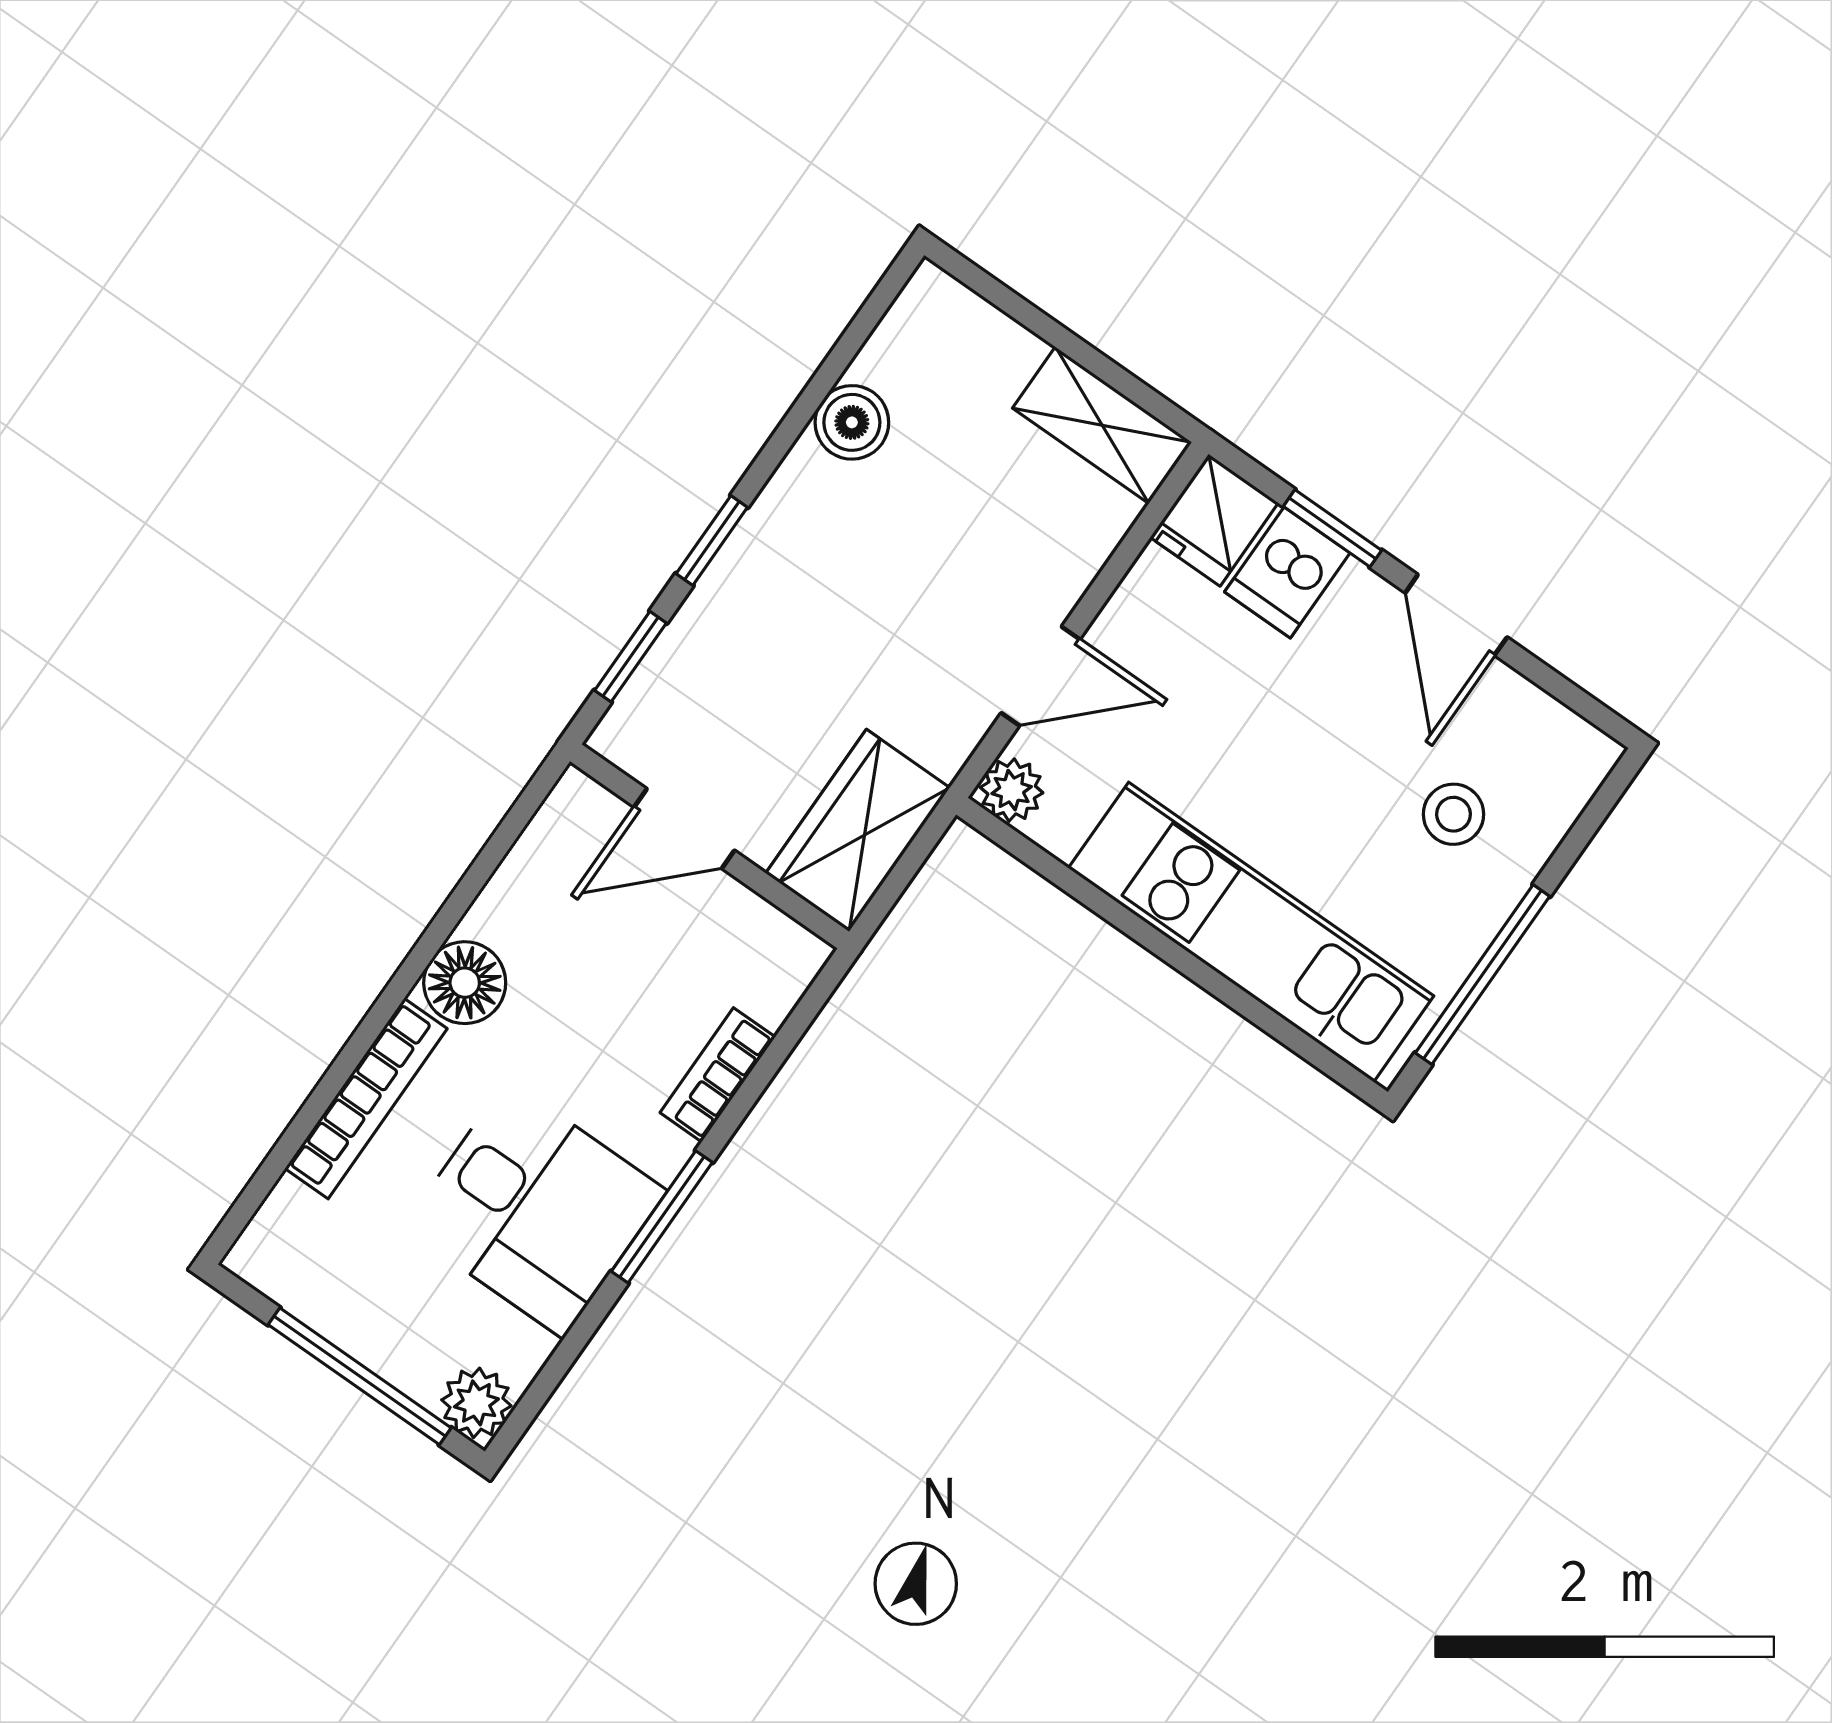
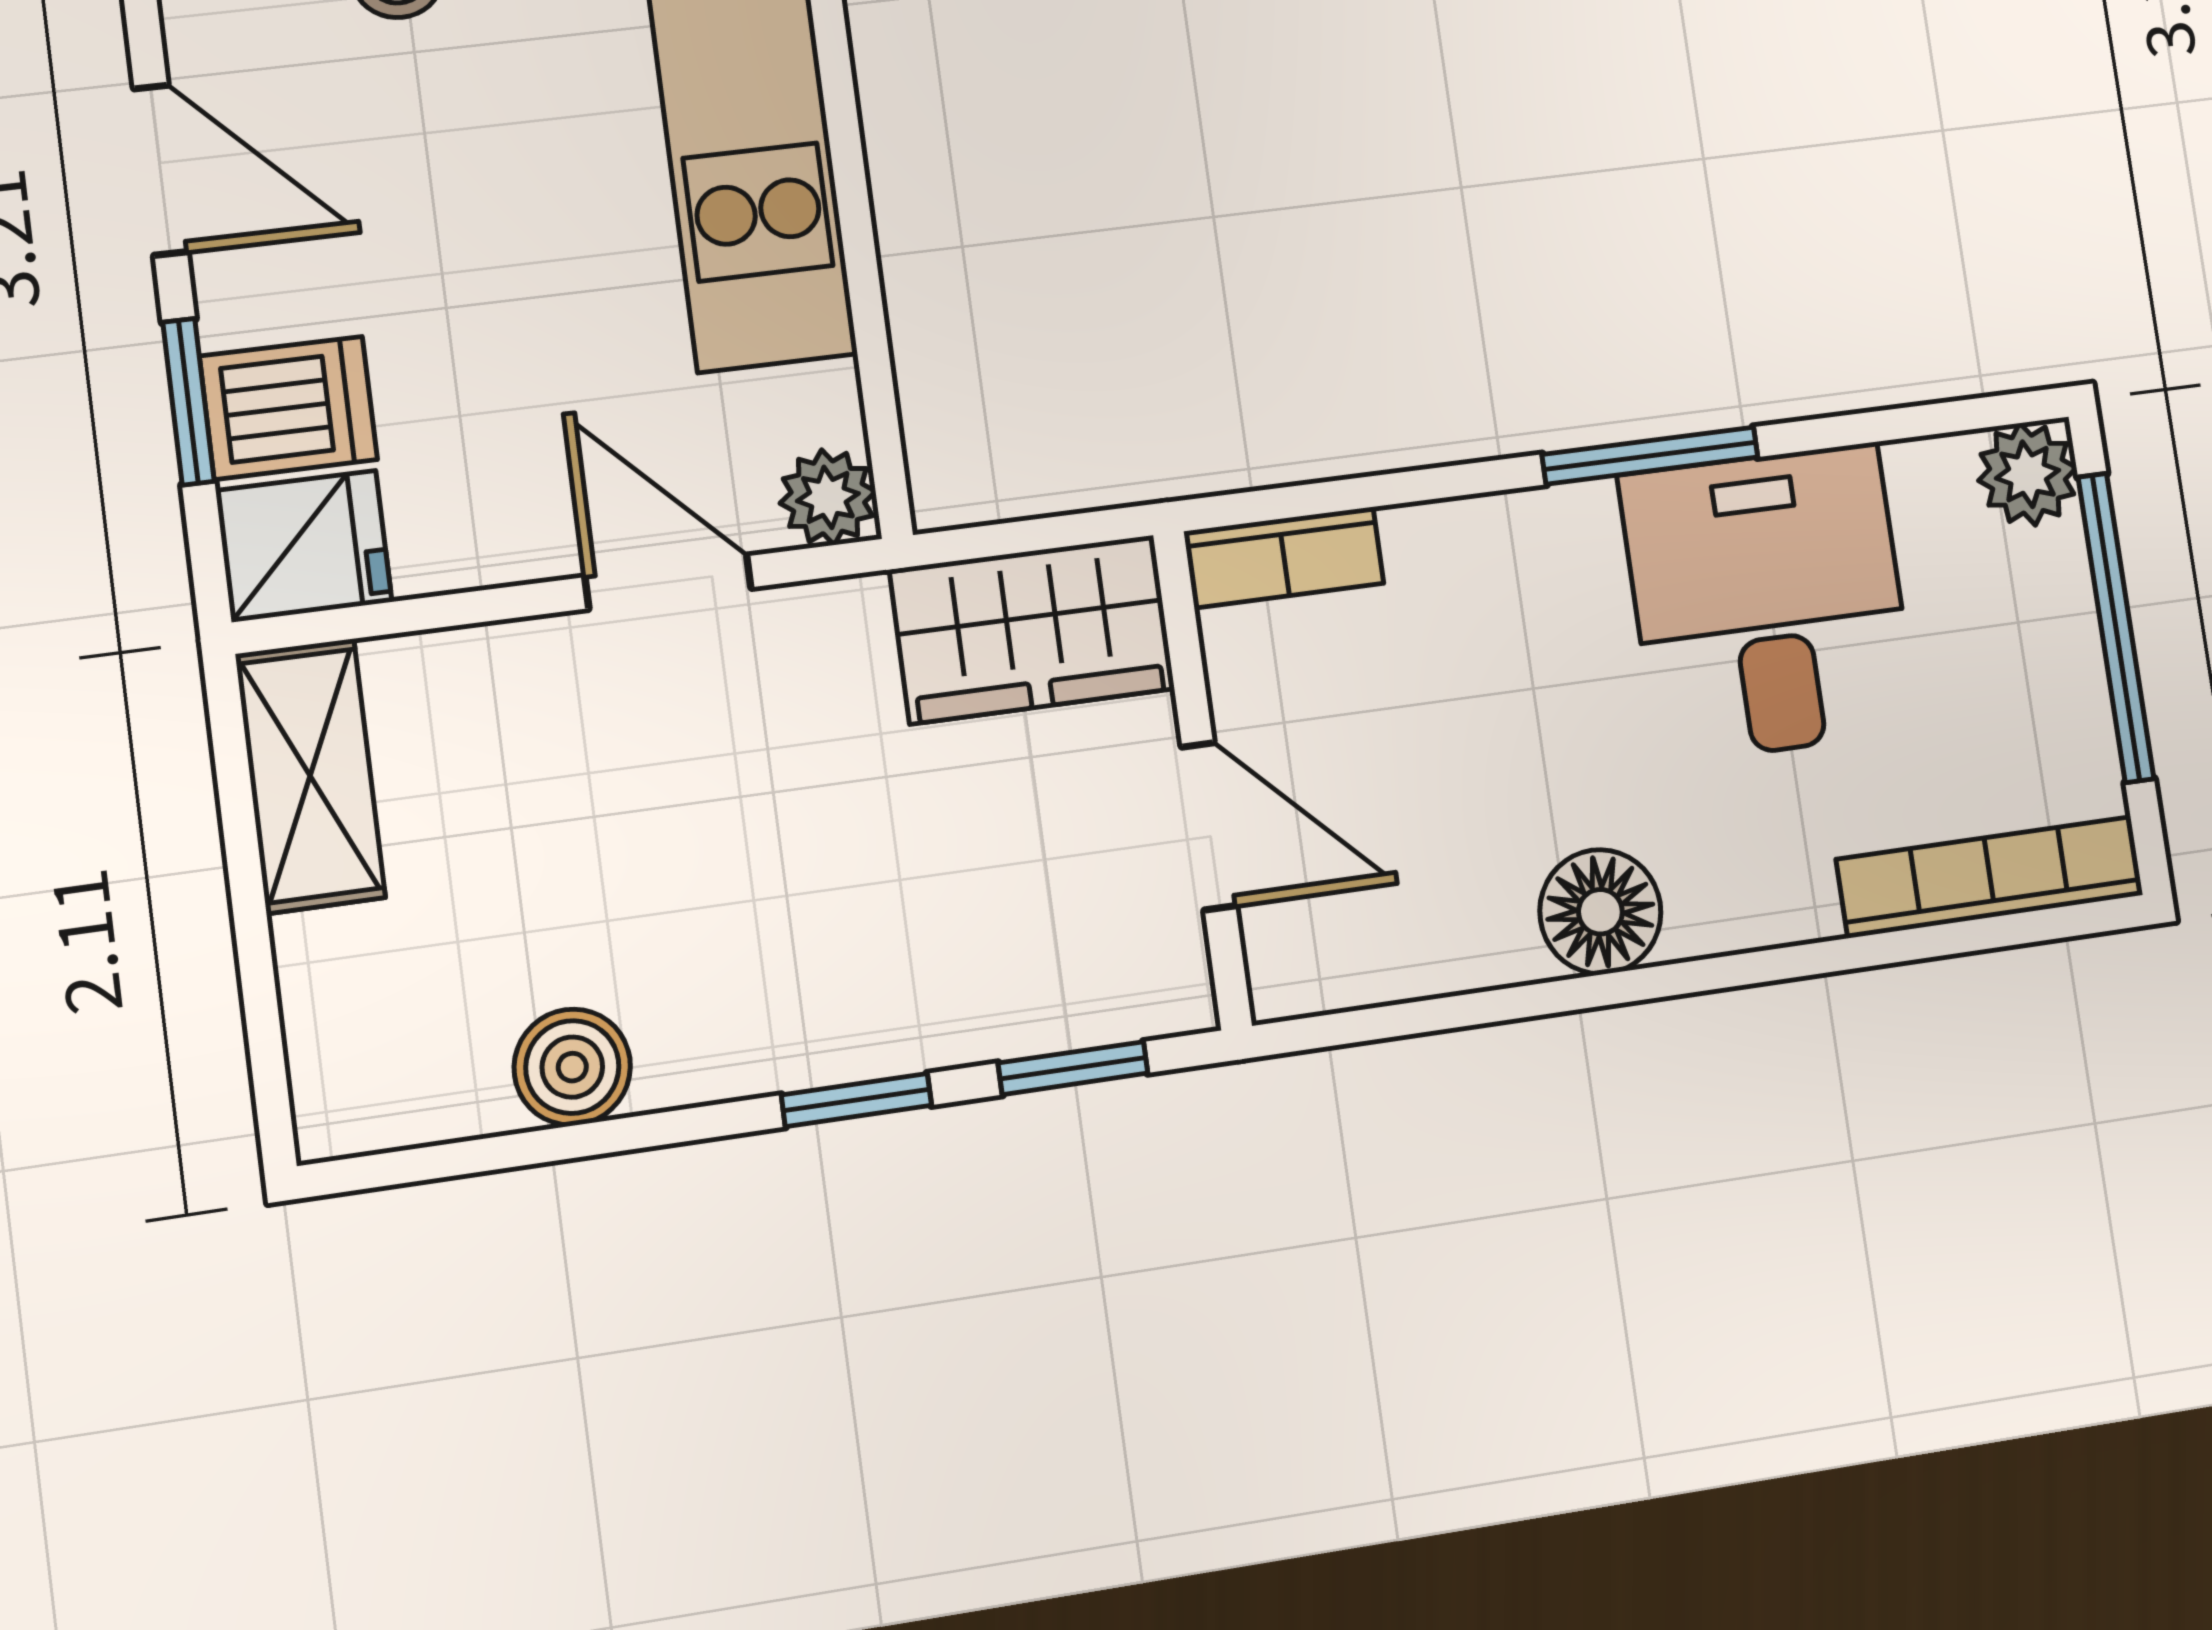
door: (1456, 615) -> (161, 170), hinge flipped
bookcase: (718, 1075) -> (1284, 557), moved
bookcase: (366, 1099) -> (1990, 877), moved

